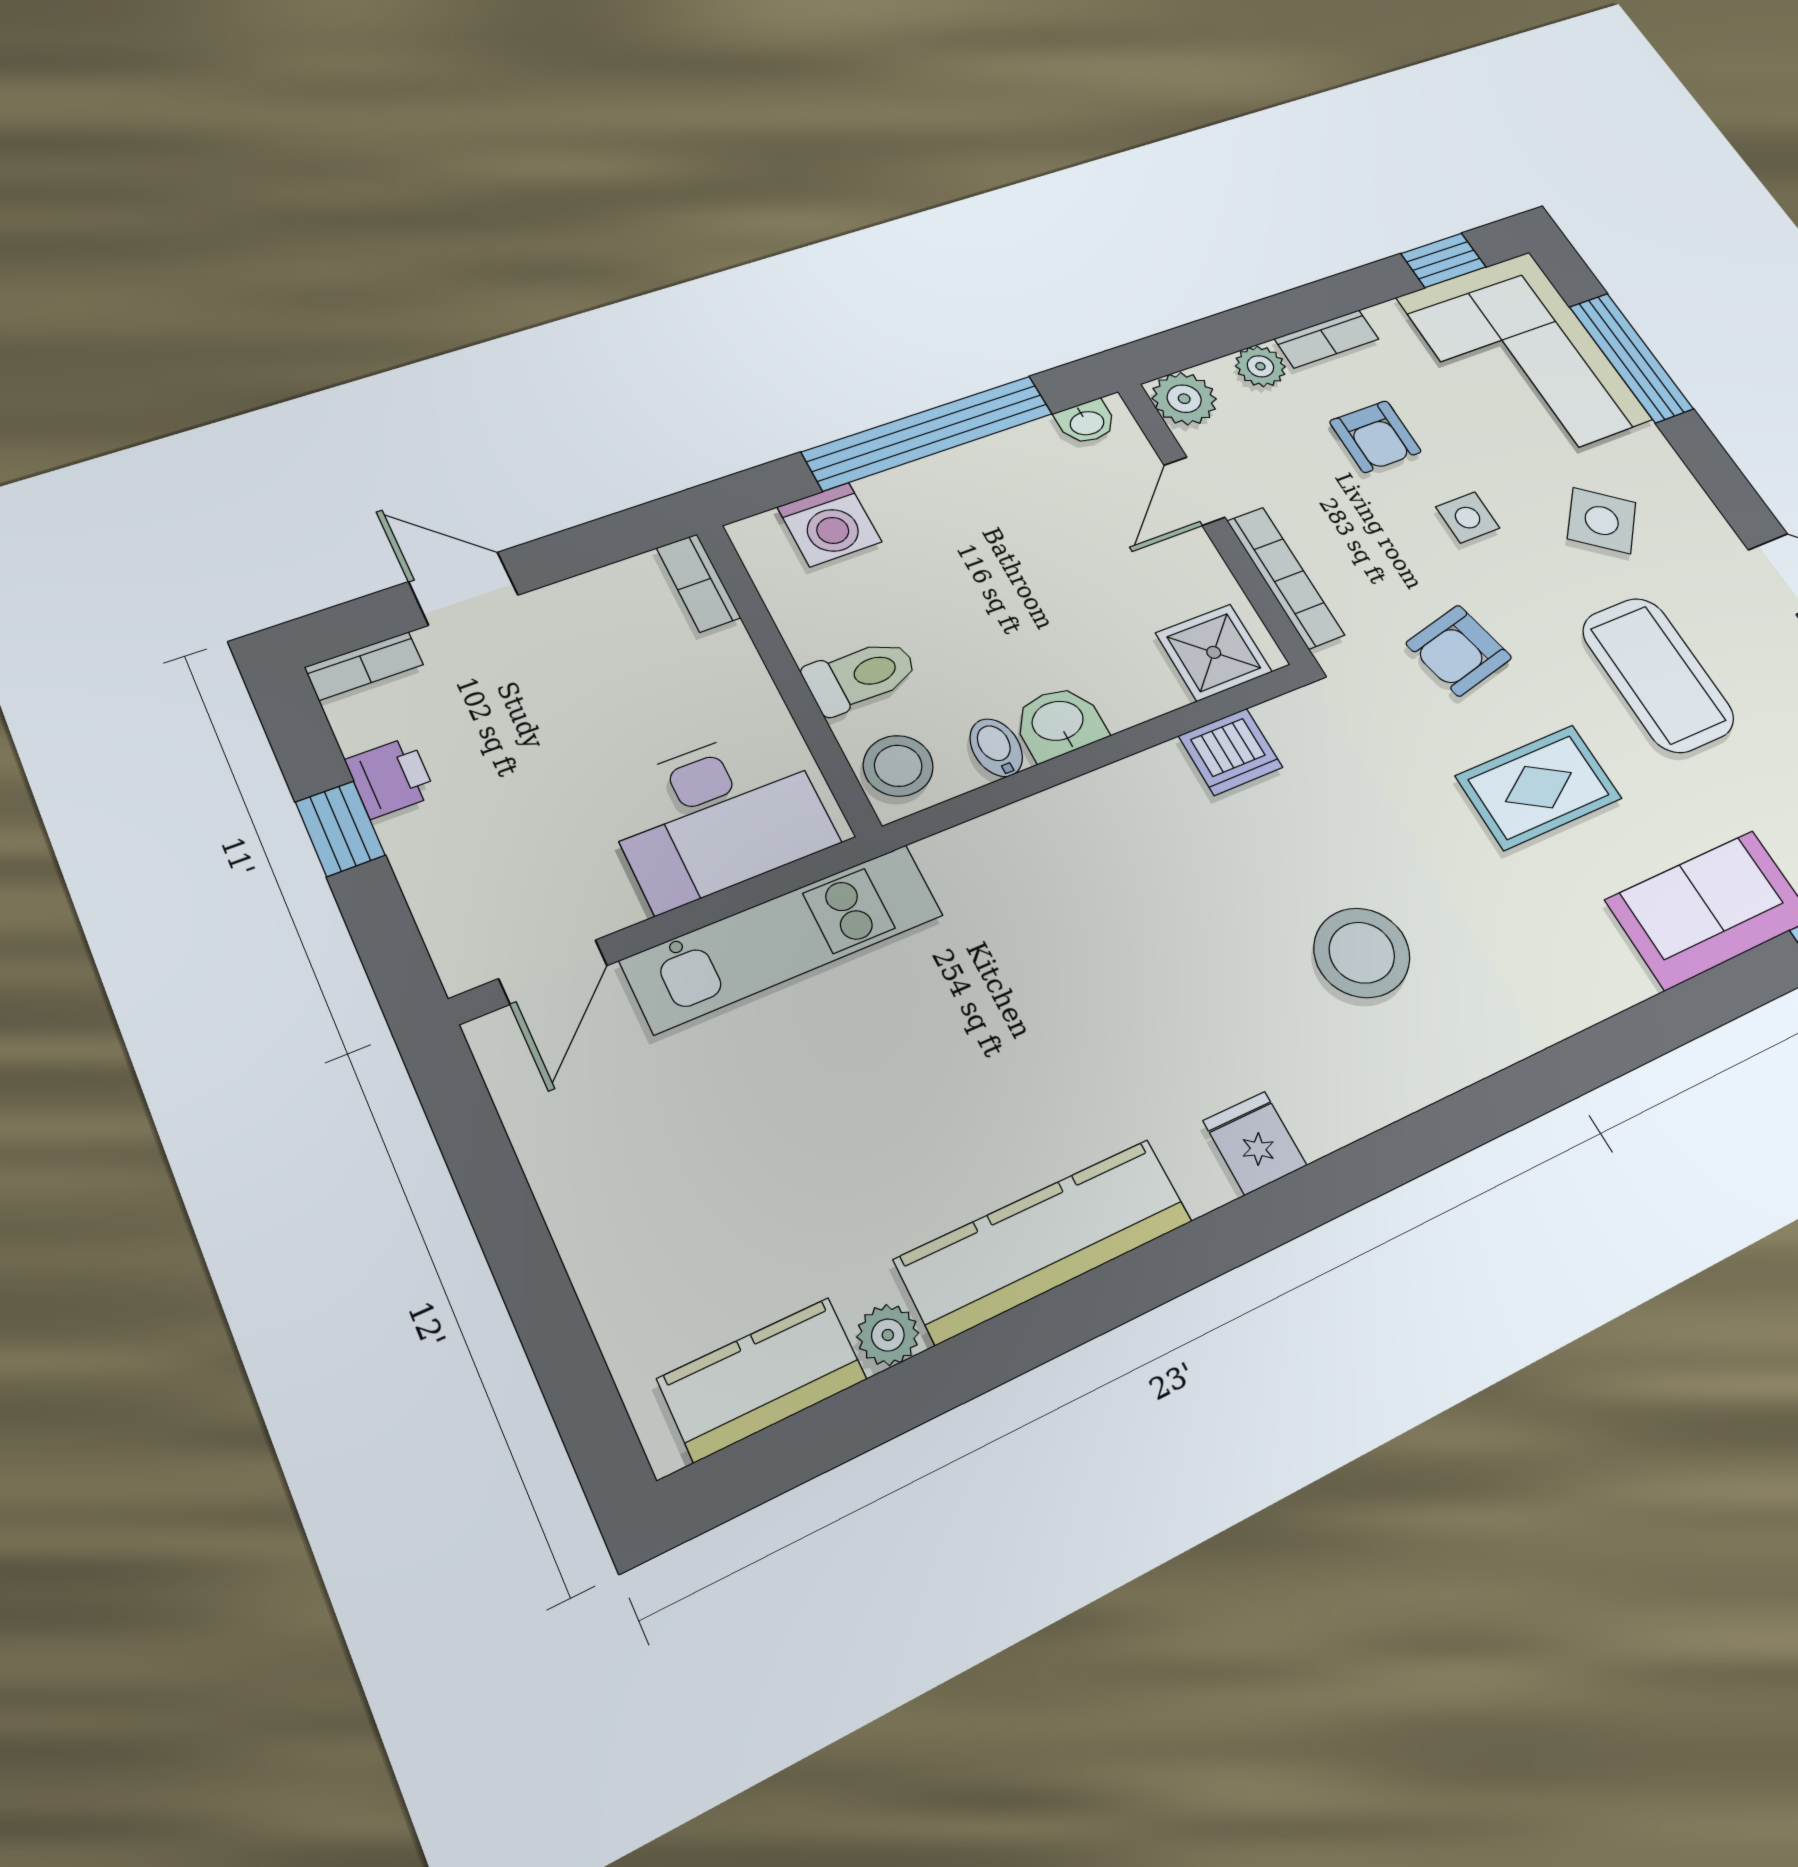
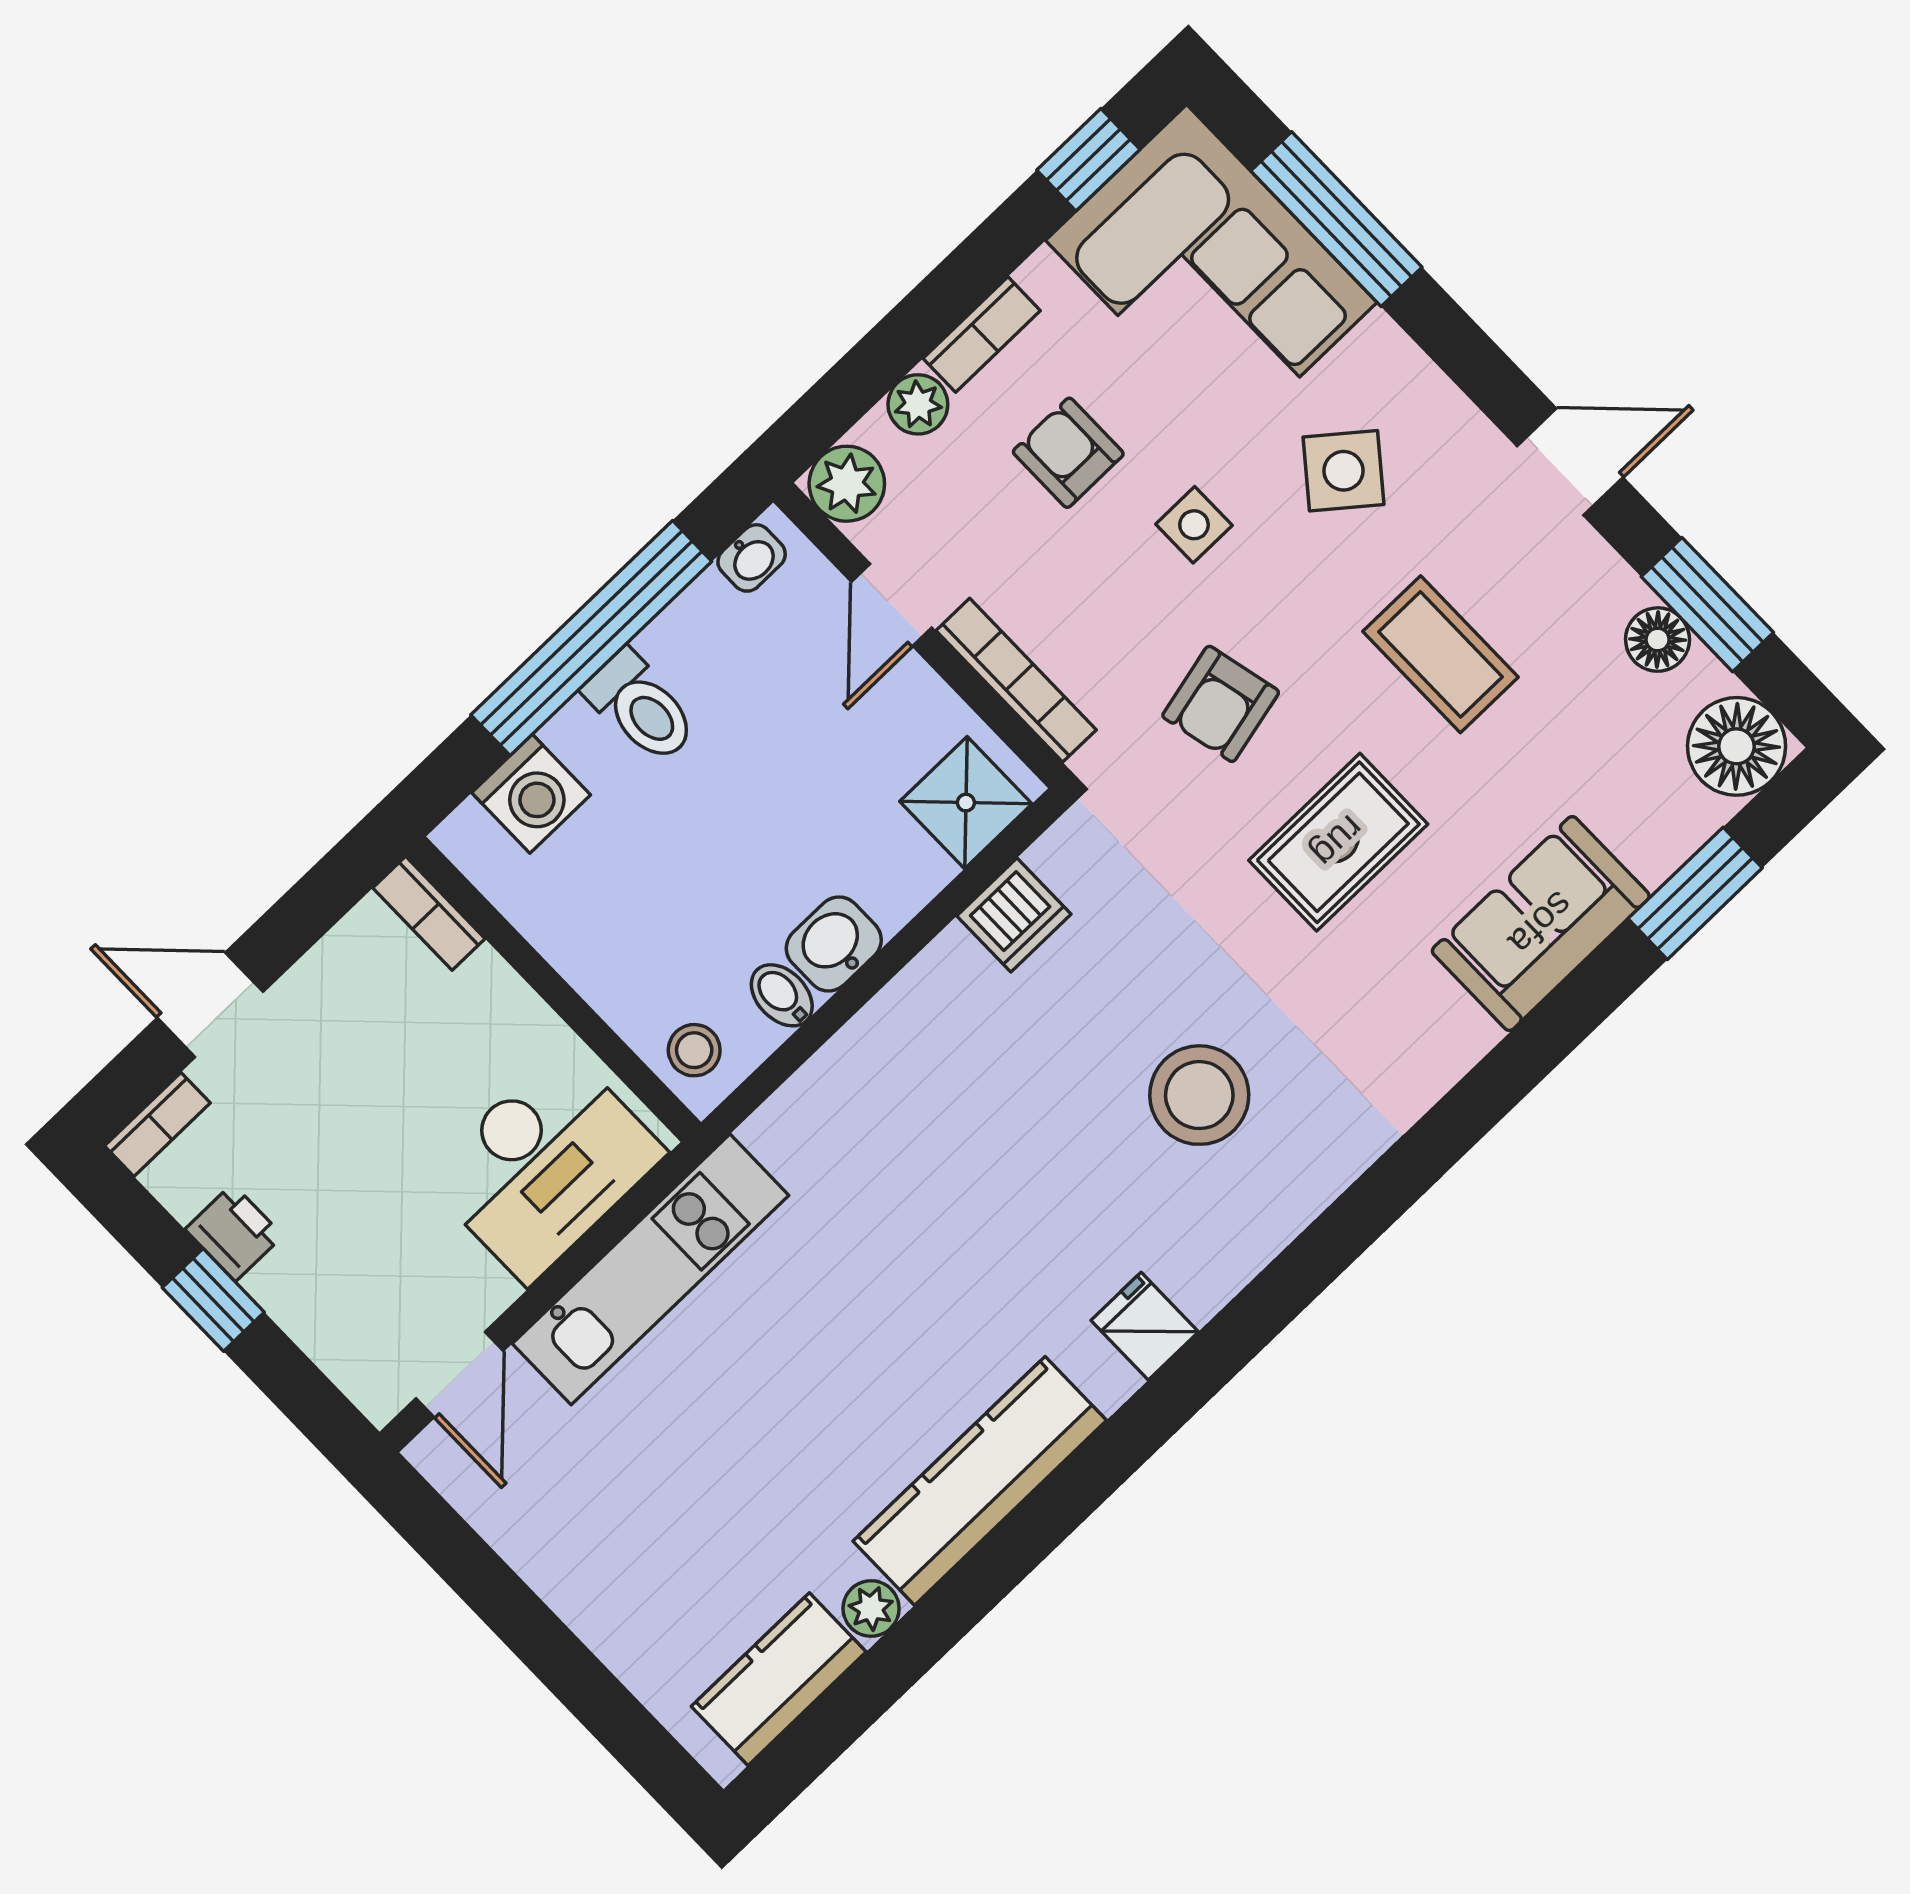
armchair: (1375, 437) -> (1068, 453), turned 180
coffee table: (1658, 675) -> (1441, 654), width x0.73, depth x0.76
toilet: (861, 676) -> (641, 707), moved, turned 90
stool: (898, 766) -> (694, 1050), width x0.73, depth x0.73

